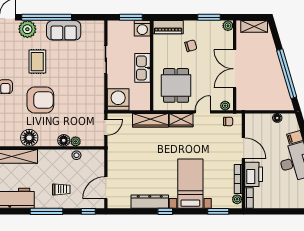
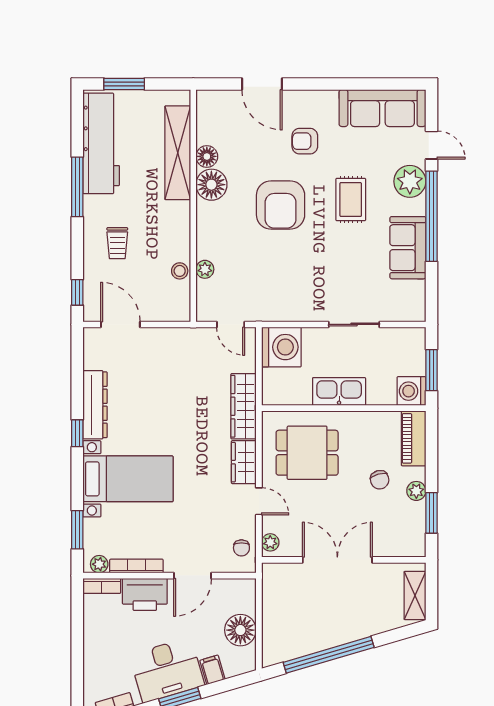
plant: (228, 26) -> (416, 491), moved
rug: (37, 62) -> (351, 200), turned 90
floor lamp: (277, 118) -> (240, 630), width x1.89, depth x1.89
floor lamp: (64, 140) -> (207, 156), moved
window: (46, 211) -> (77, 187), moved

